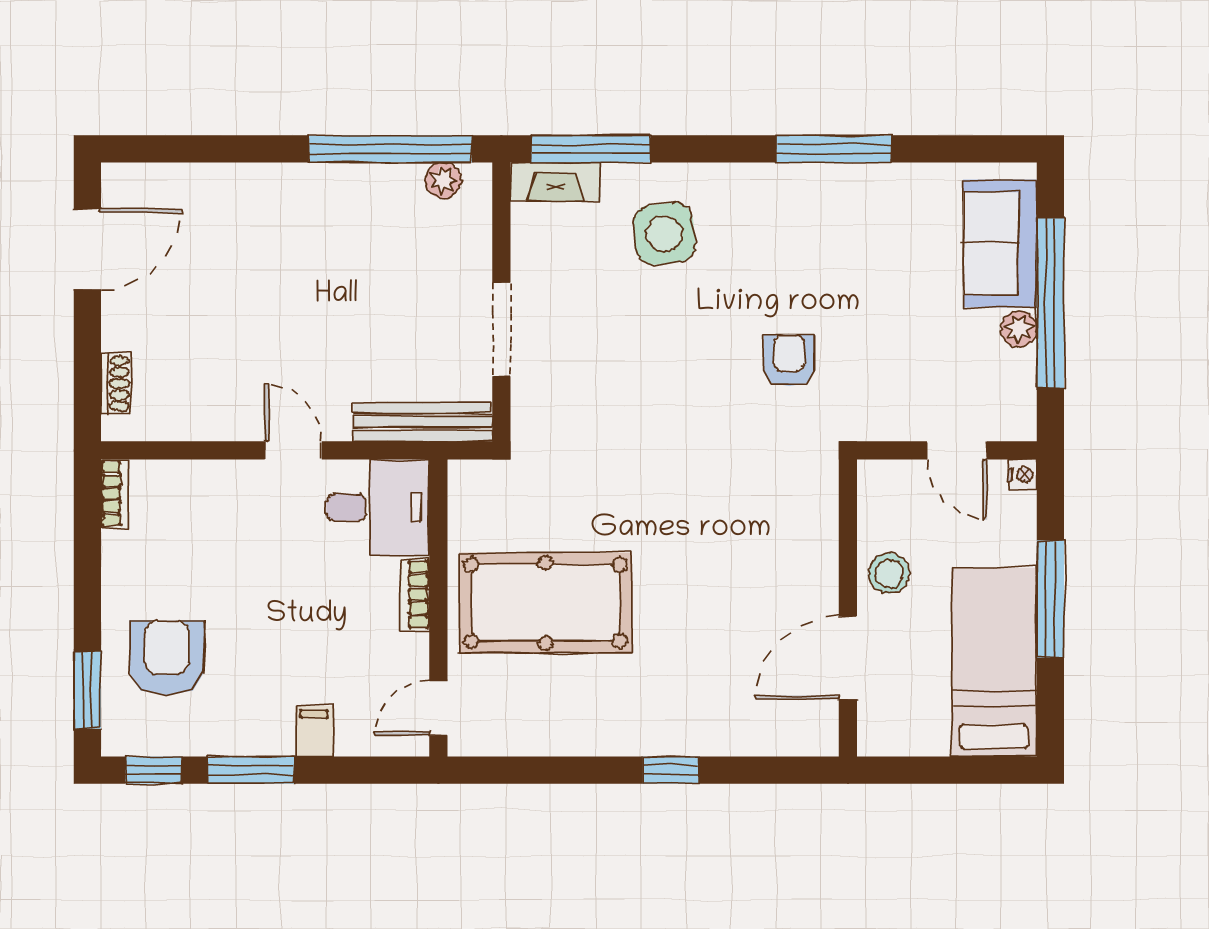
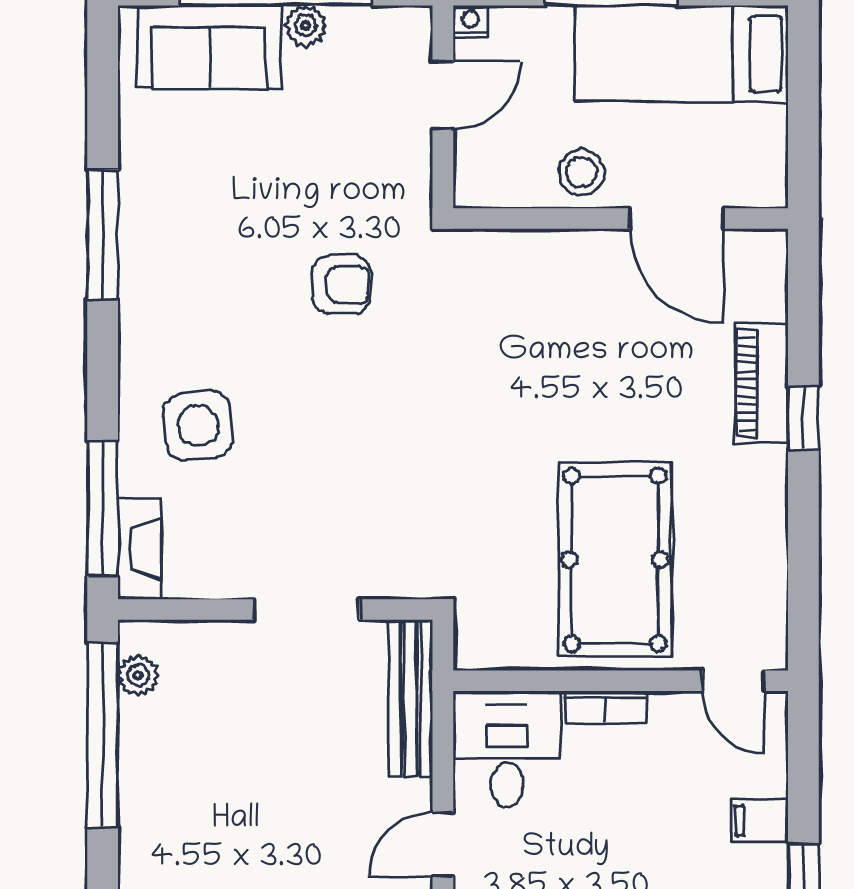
armchair: (789, 360) -> (341, 285), turned 180
piano: (702, 733) -> (761, 384), added

